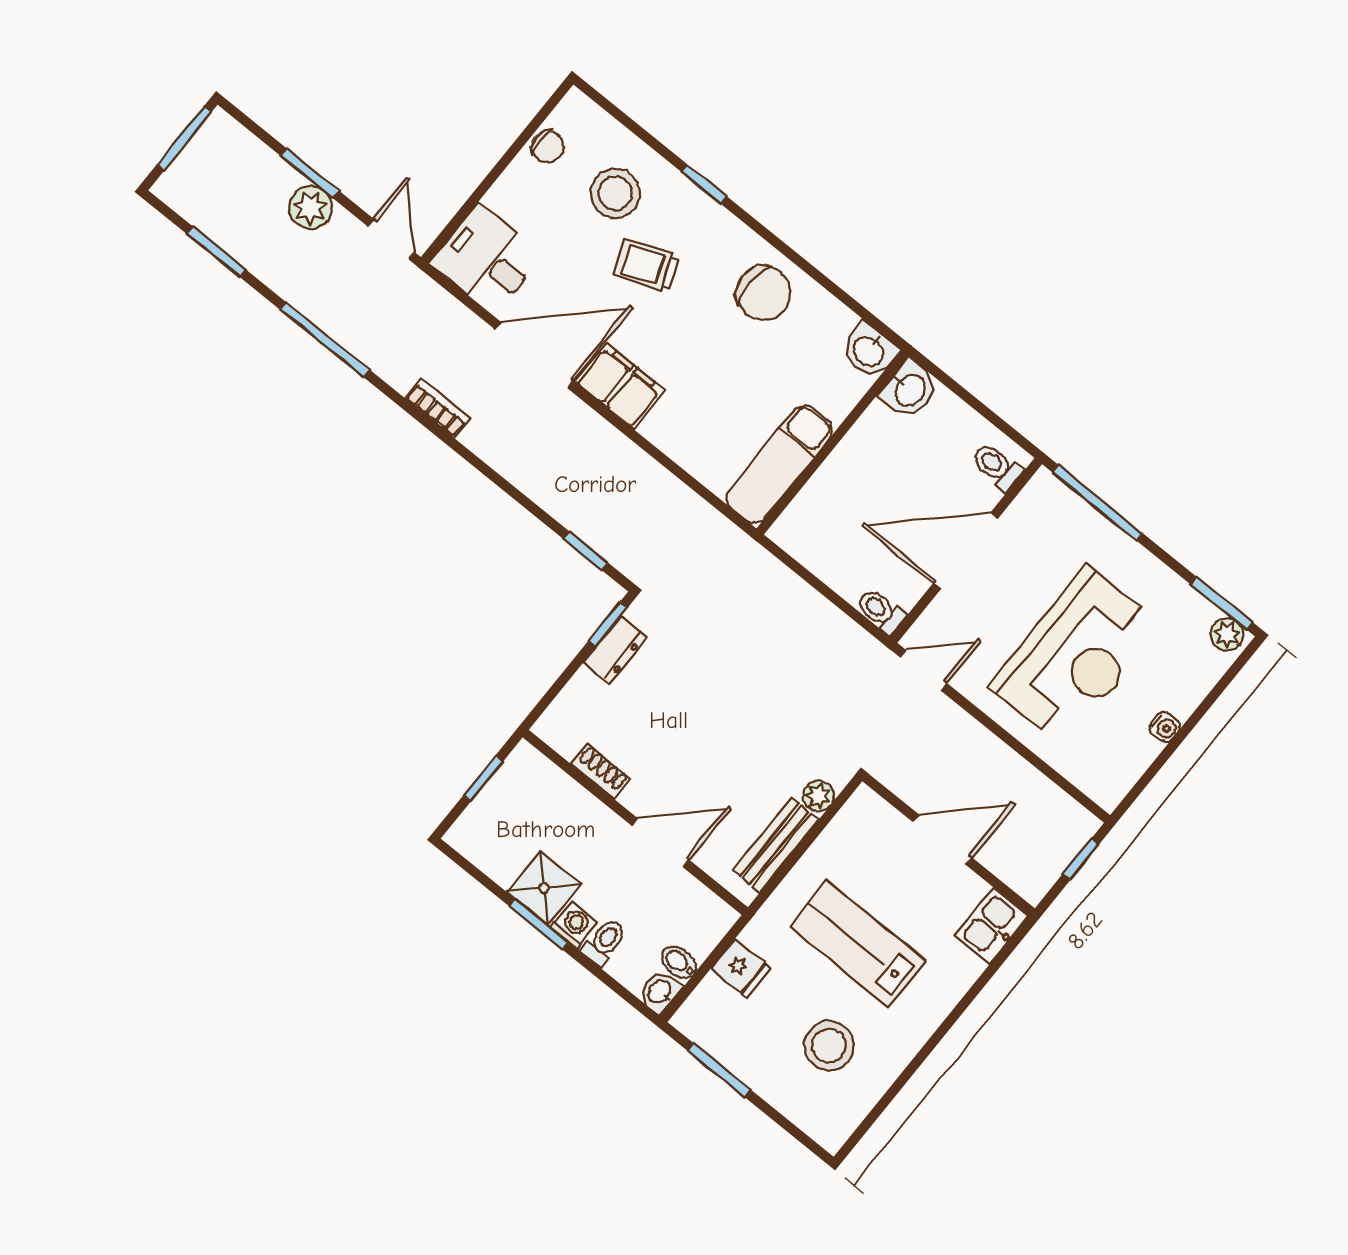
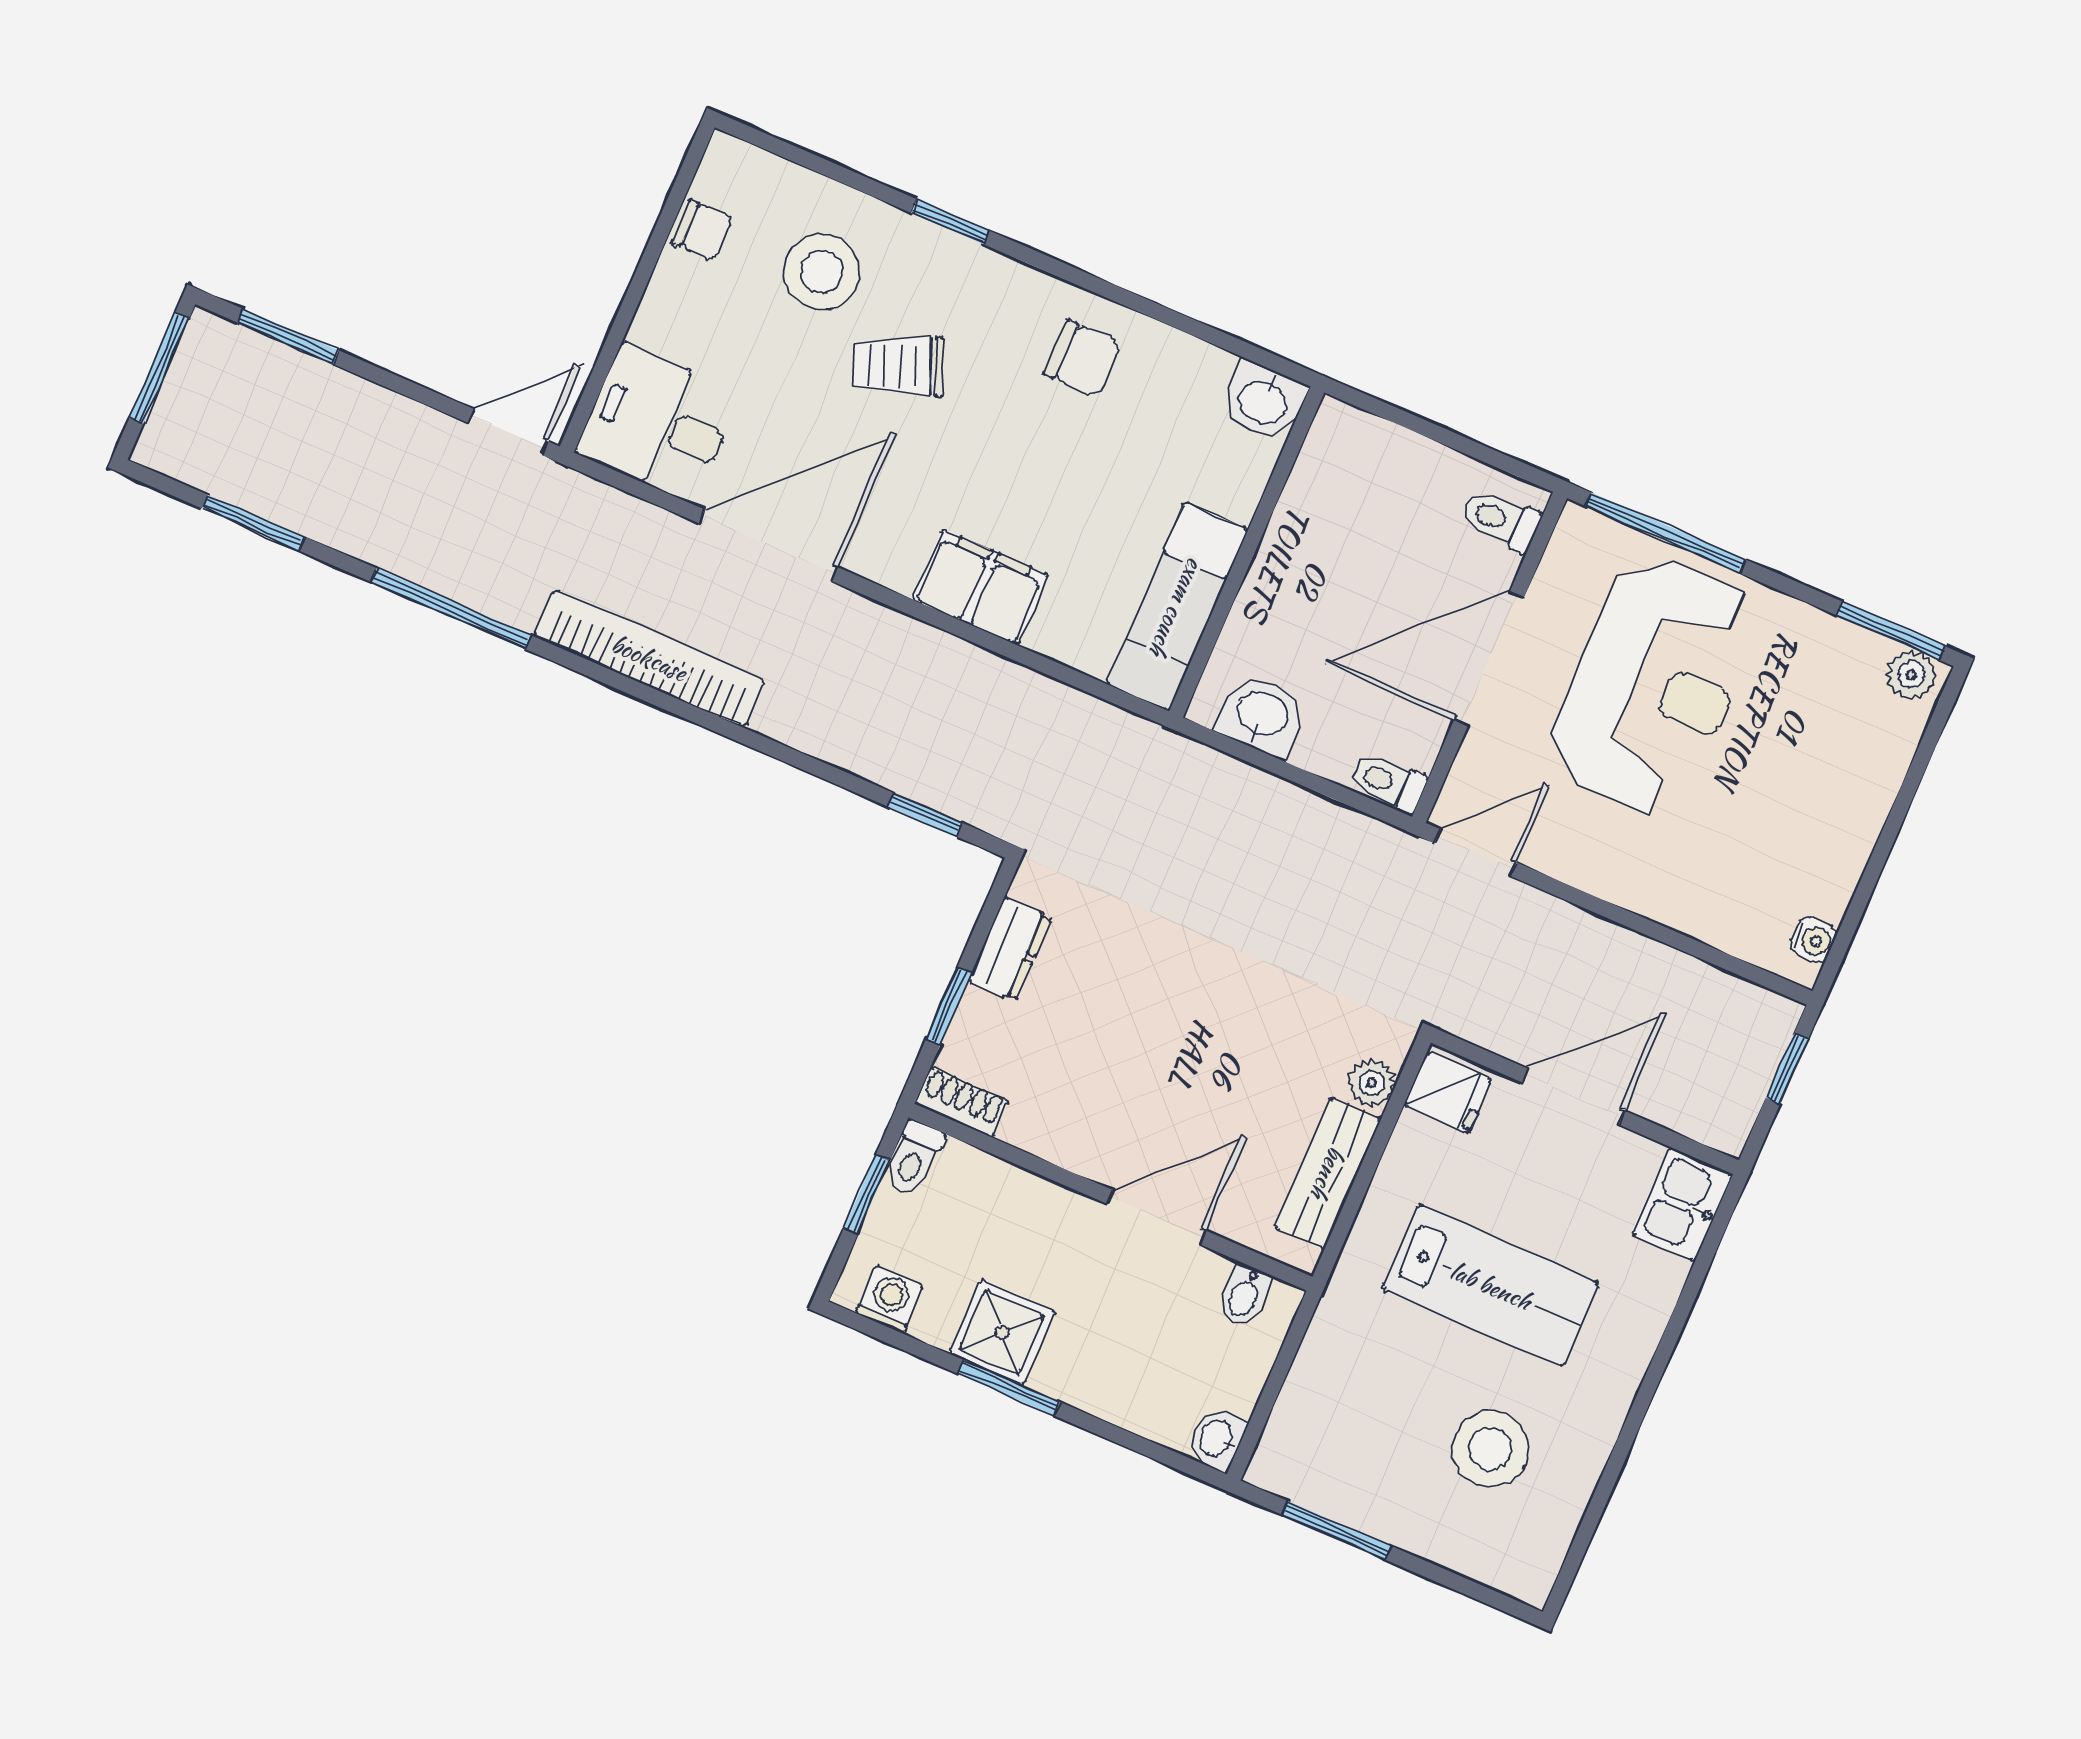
window: (310, 173) -> (288, 337), moved
plant: (310, 207) -> (375, 418), removed
door: (391, 239) -> (508, 432), hinge flipped
chair: (763, 293) -> (1083, 359), width x0.73, depth x0.73
filing cabinet: (620, 386) -> (980, 587), moved
washbasin: (909, 390) -> (1262, 715), moved, turned -90
bookcase: (438, 408) -> (649, 658), width x2.31, depth x1.31
window: (608, 624) -> (949, 1006), moved
reception desk: (1076, 656) -> (1654, 686), moved
water cooler: (1165, 727) -> (1813, 940), moved
shoe rack: (601, 771) -> (962, 1102), moved
washing machine: (574, 925) -> (890, 1299), moved
toilet: (604, 942) -> (914, 1158), moved, turned 180
lab bench: (858, 944) -> (1491, 1286), turned 180
bidet: (679, 962) -> (1244, 1295), moved, turned -90
fridge: (741, 968) -> (1448, 1092), moved

